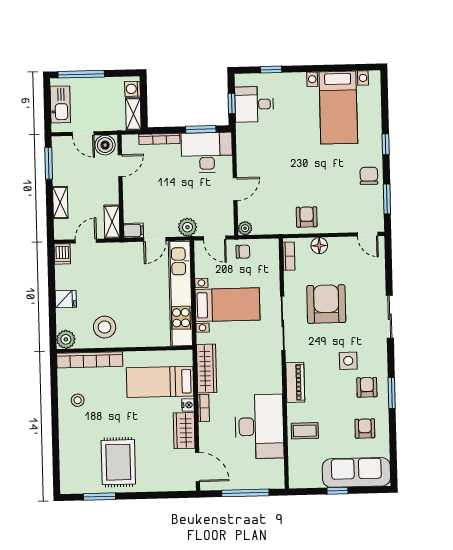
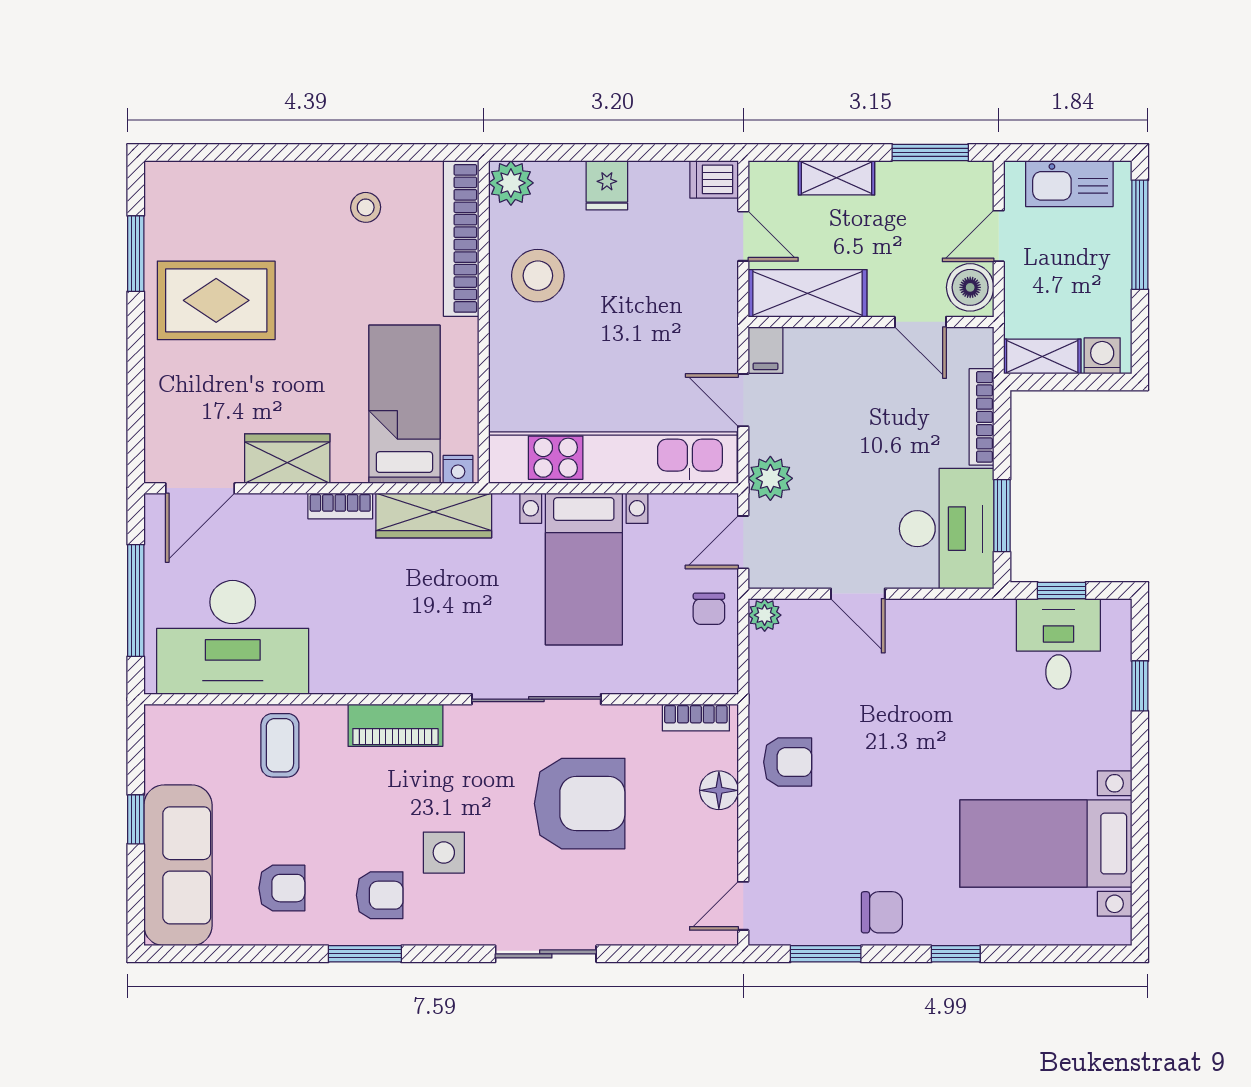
shelving: (112, 222) -> (808, 293), width x1.50, depth x1.33
nightstand: (188, 405) -> (458, 469), moved
desk: (259, 427) -> (233, 637), moved

